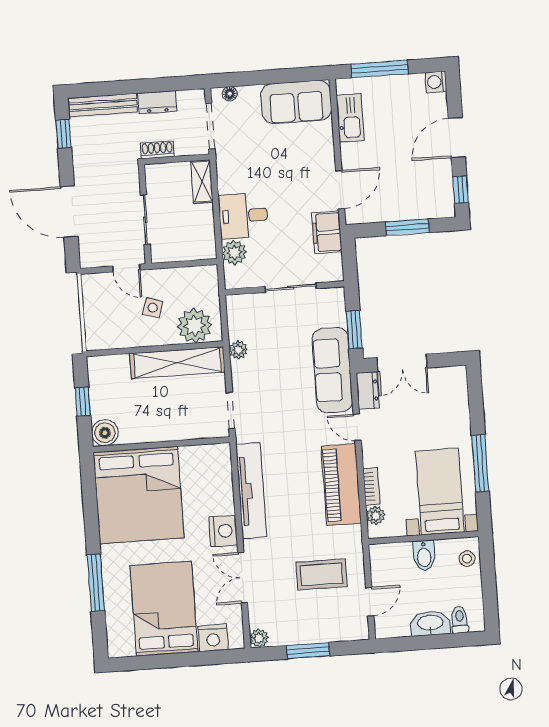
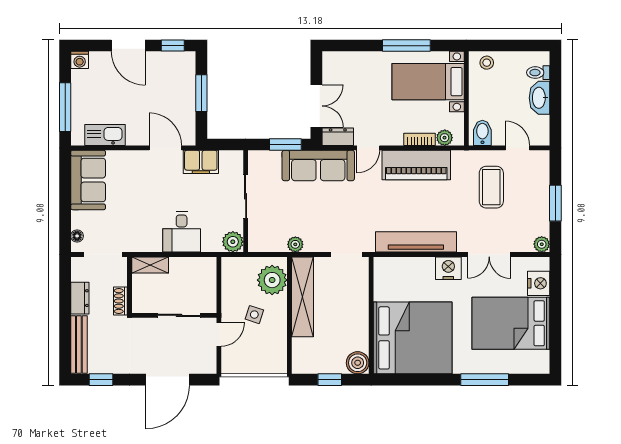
plant: (234, 253) -> (233, 242), moved
bidet: (424, 555) -> (482, 133), moved, turned -90

